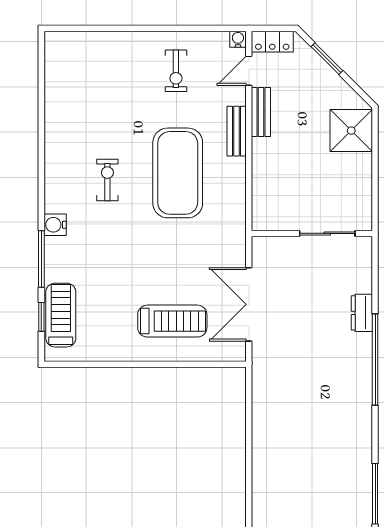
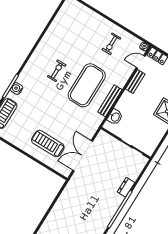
bench: (237, 131) -> (110, 101), moved, width x1.36
washbasin: (264, 198) -> (115, 117), added
water cooler: (55, 225) -> (17, 89), moved
treadmill: (172, 321) -> (48, 144), turned 180

